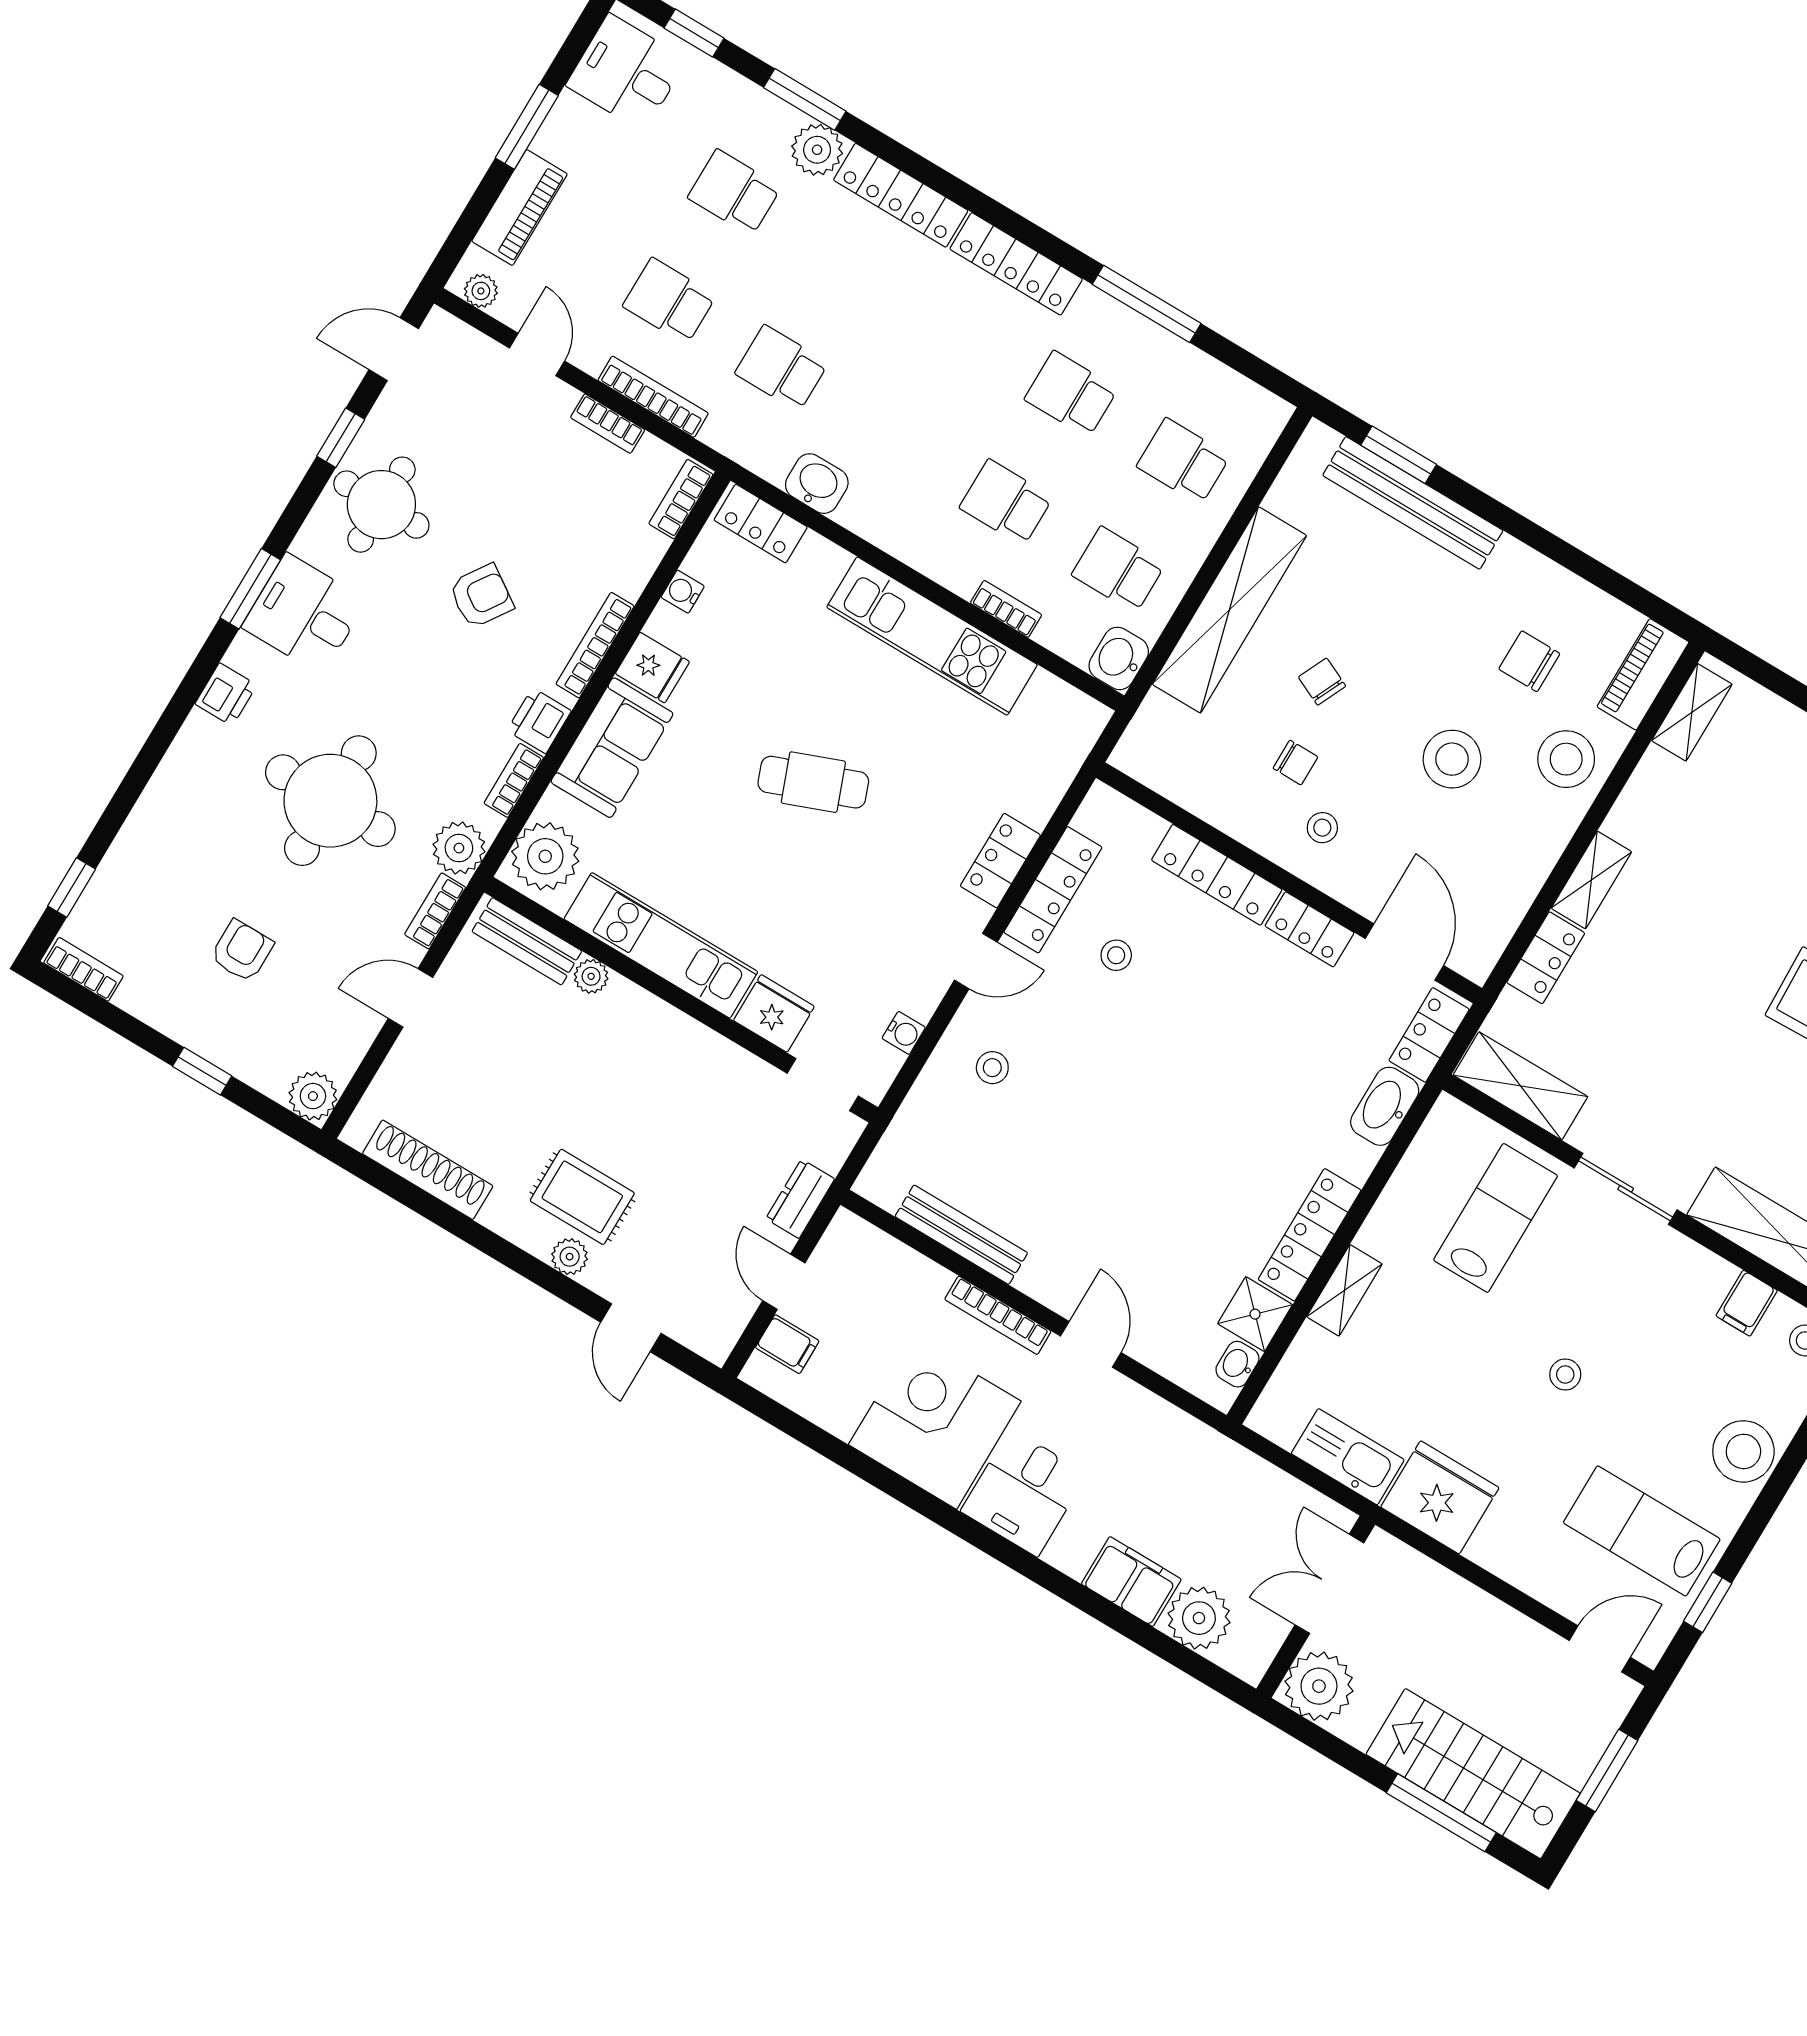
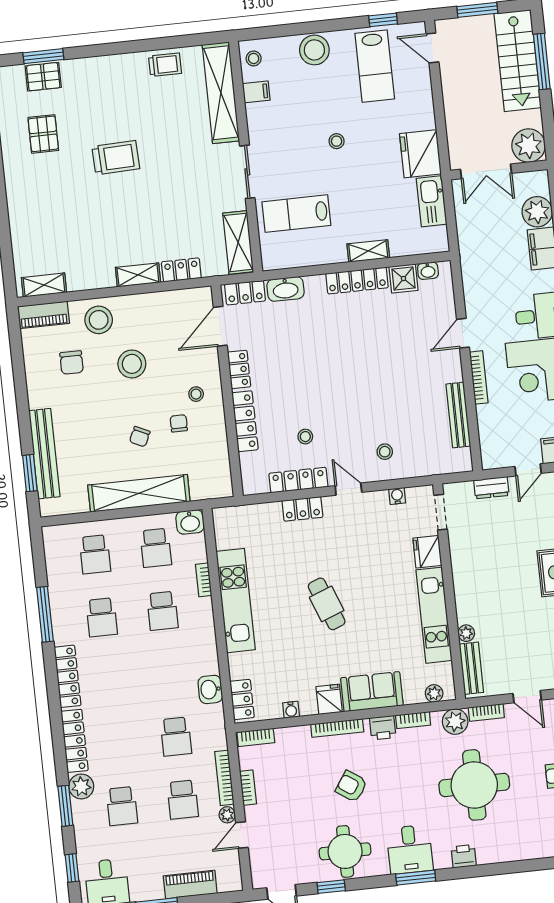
plant: (481, 291) -> (227, 815), moved
plant: (545, 856) -> (434, 693), width x0.53, depth x0.53

